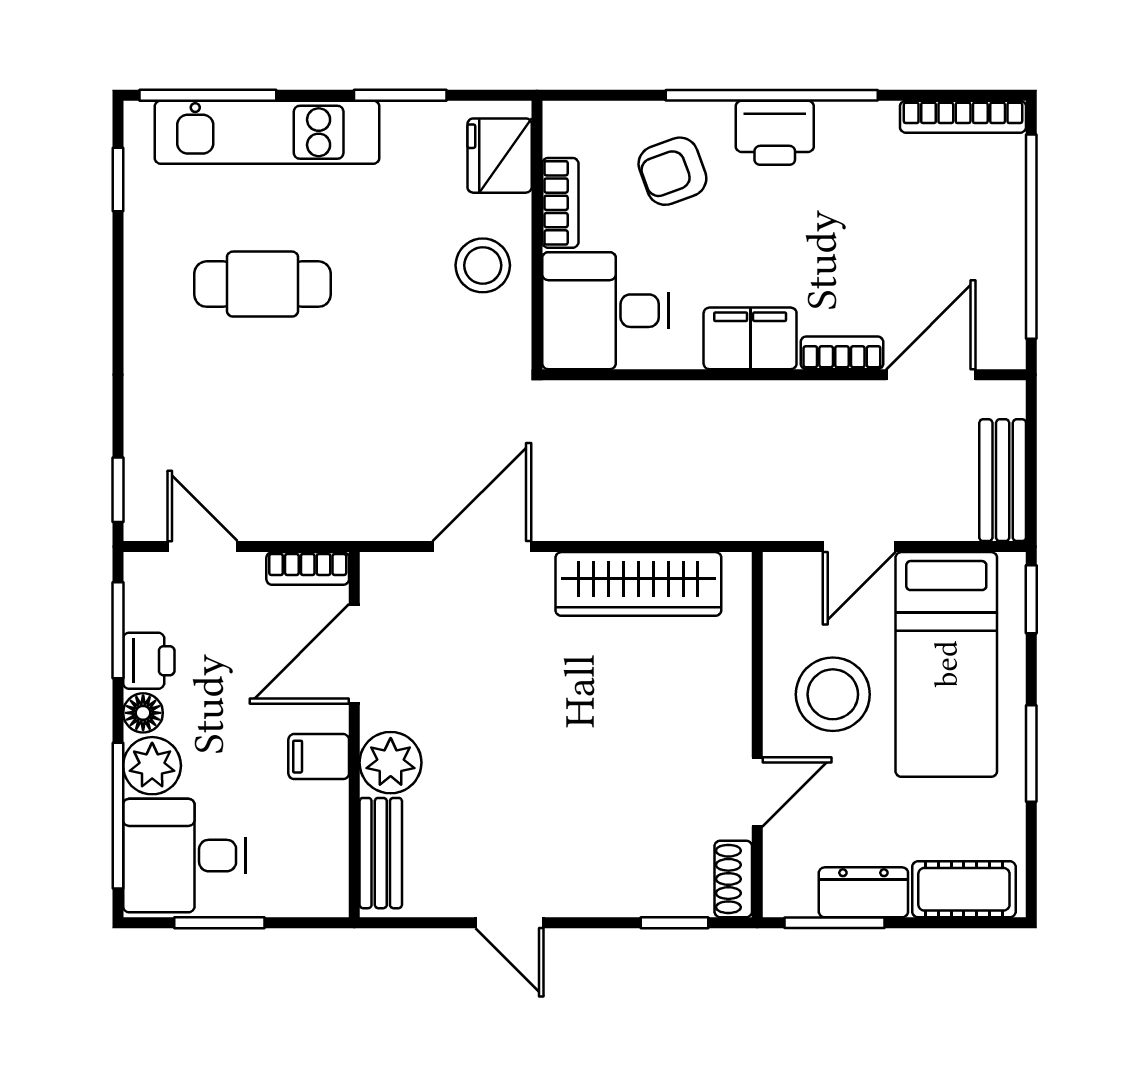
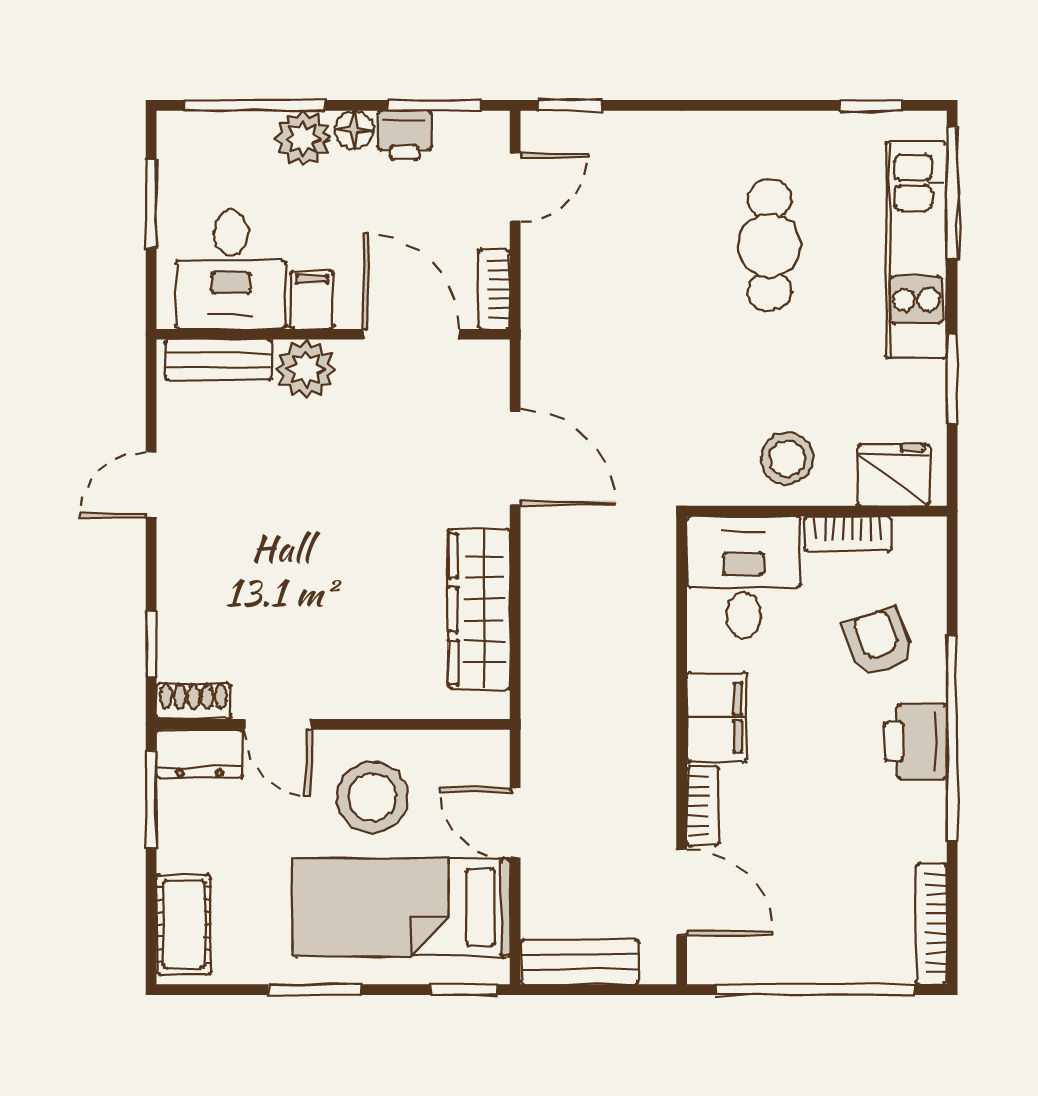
desk: (185, 856) -> (231, 270), moved, turned 180
dresser: (863, 892) -> (199, 754), moved, turned 90

